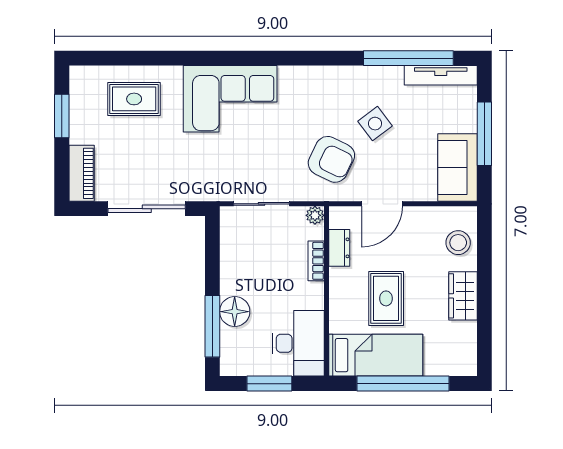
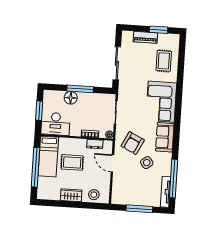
sofa: (458, 168) -> (165, 137), moved, turned -90
piano: (82, 173) -> (145, 37), moved
window: (212, 326) -> (80, 89), moved

